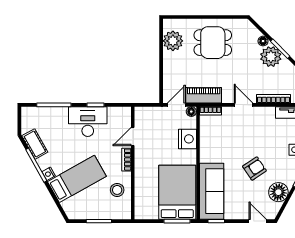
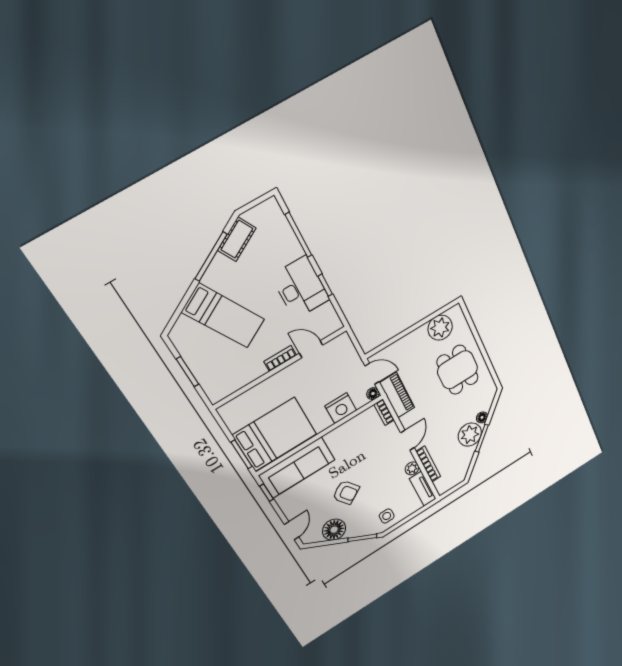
plant: (269, 112) -> (412, 468), added
nightstand: (49, 174) -> (209, 278), removed
stool: (117, 190) -> (238, 370), removed

